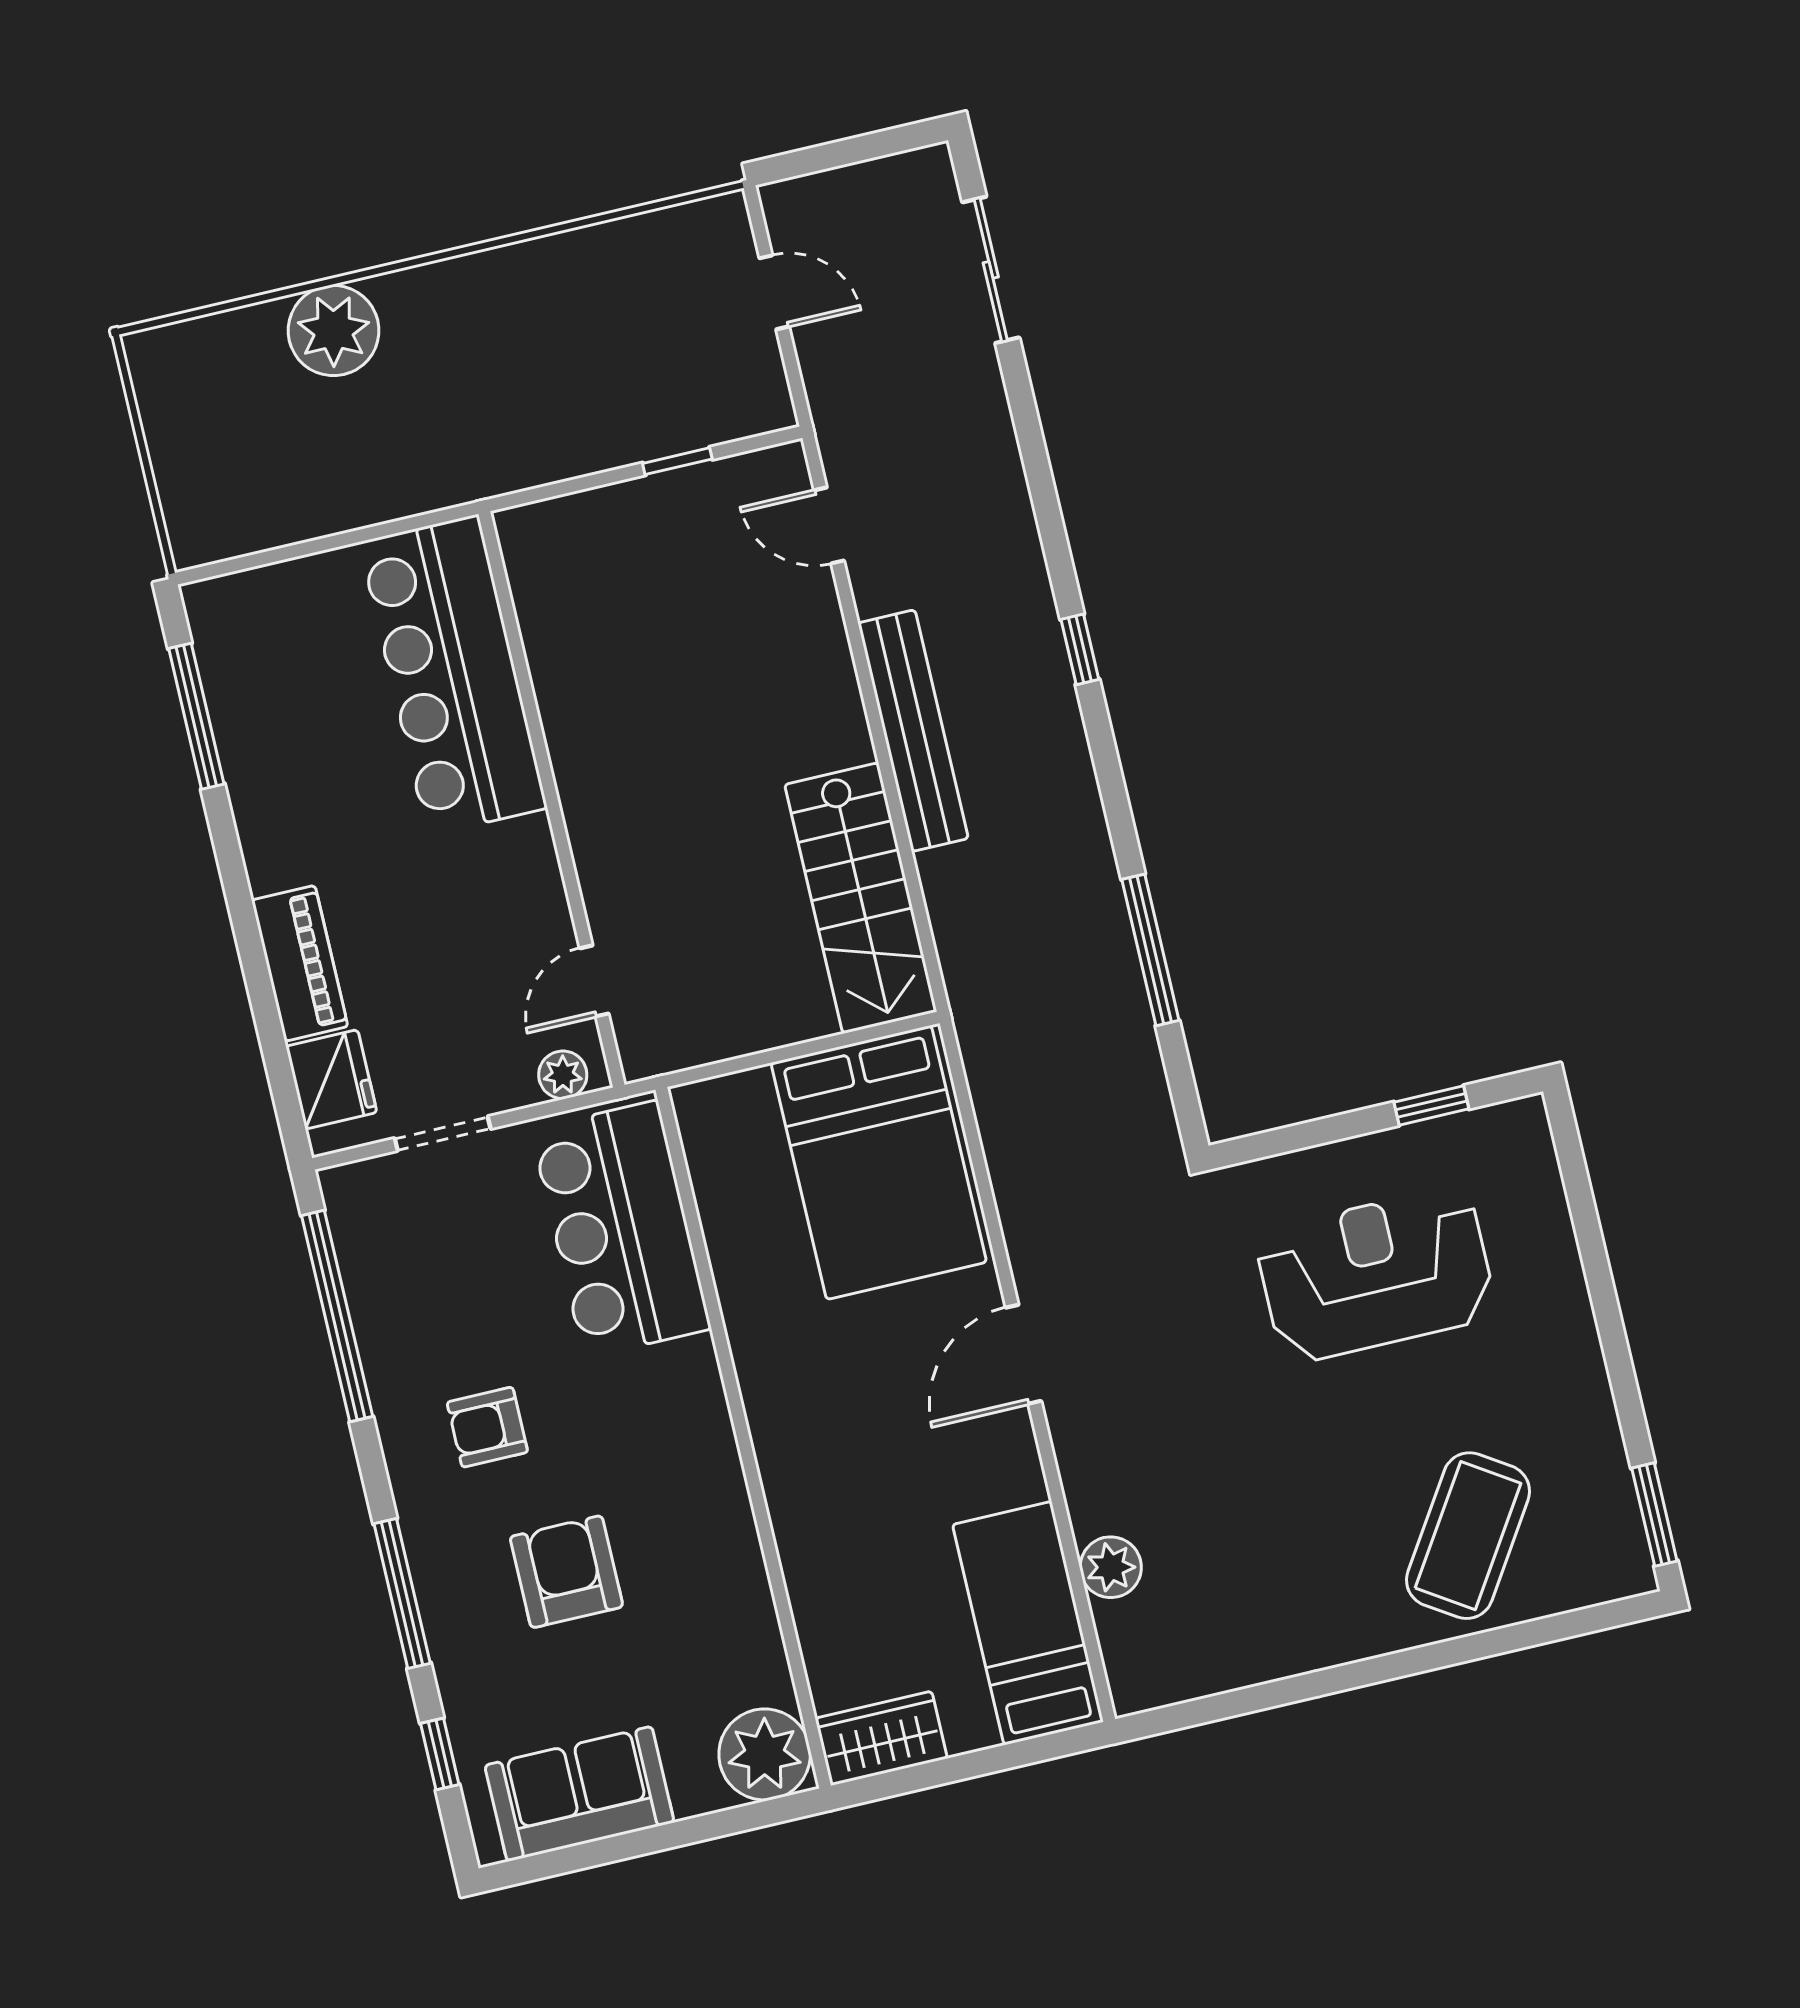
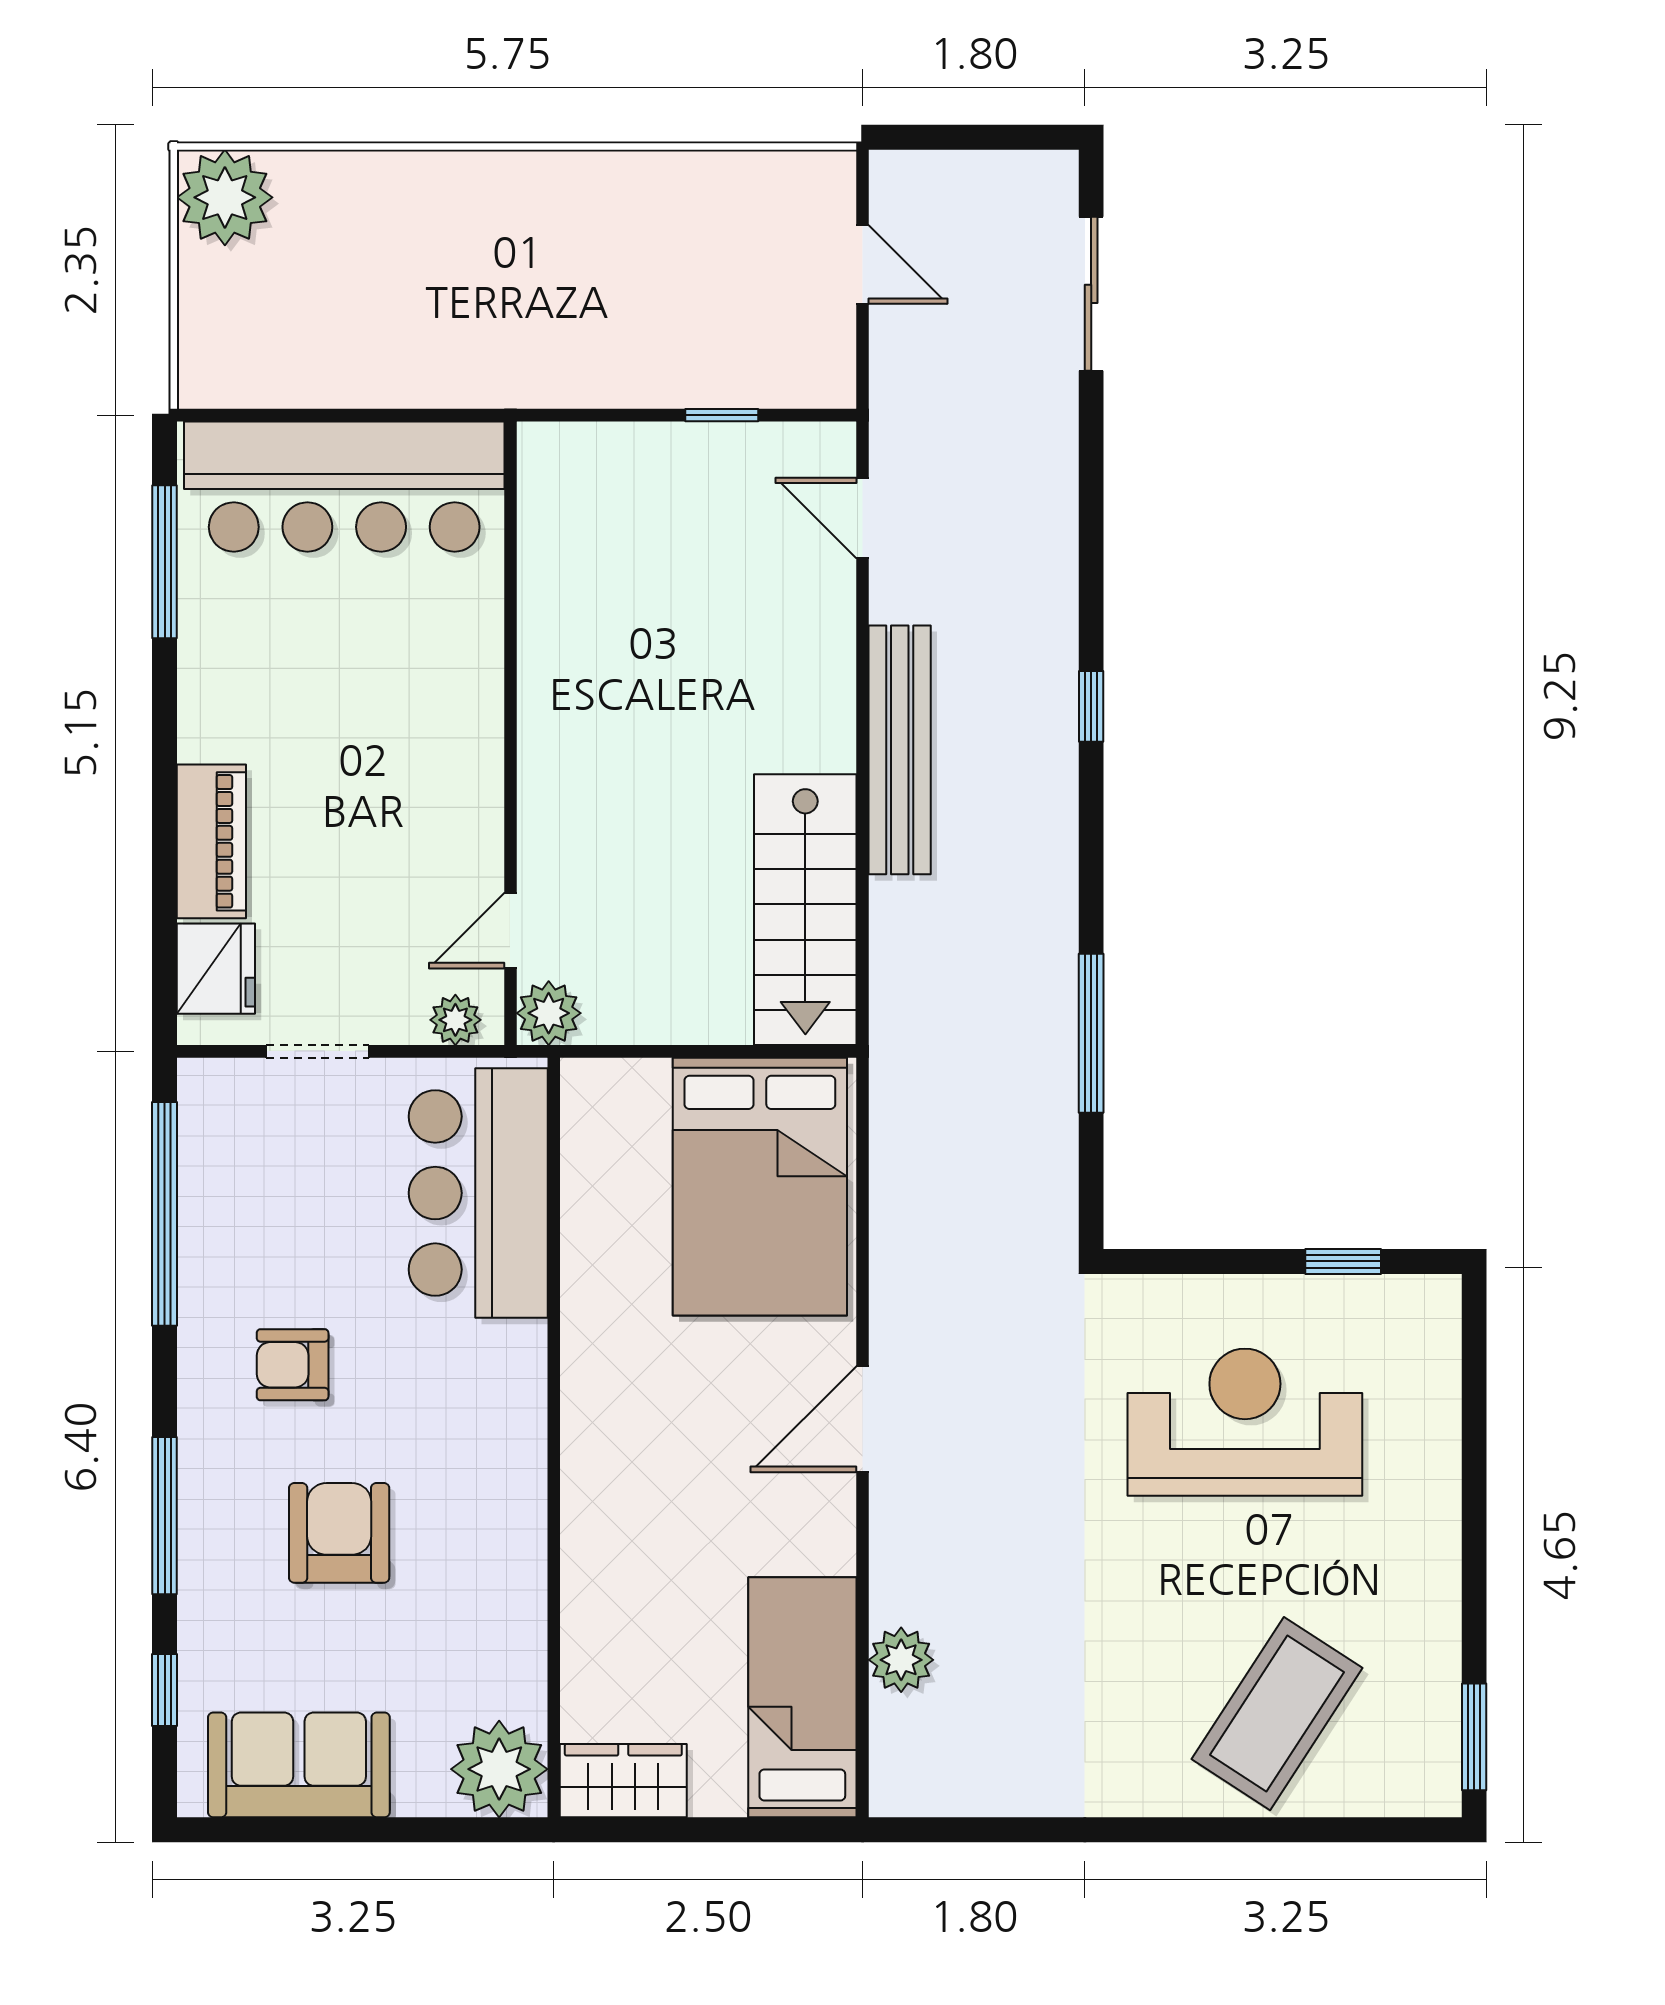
plant: (334, 331) -> (225, 197), moved
bar counter: (453, 675) -> (344, 487), moved, turned -90
plant: (647, 1049) -> (549, 1013), added

